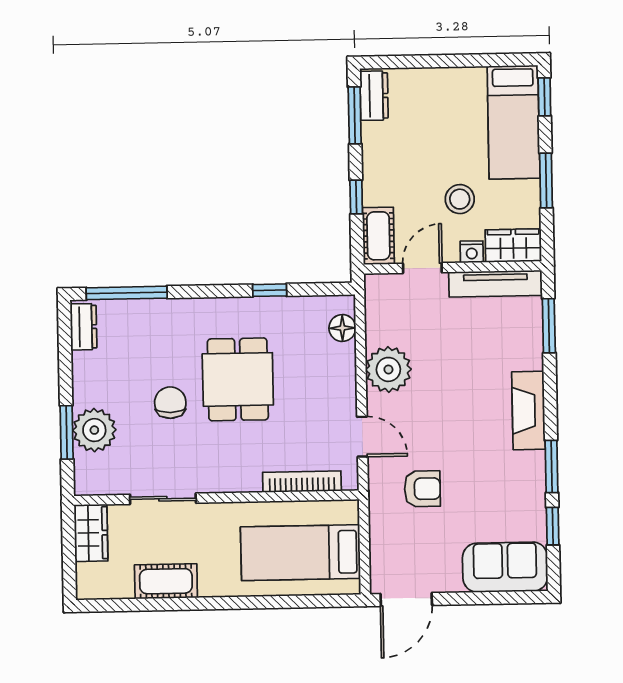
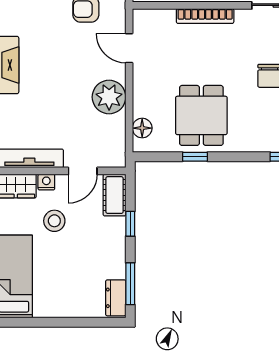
dining table: (238, 379) -> (201, 115), moved
bookcase: (302, 482) -> (205, 16), moved

